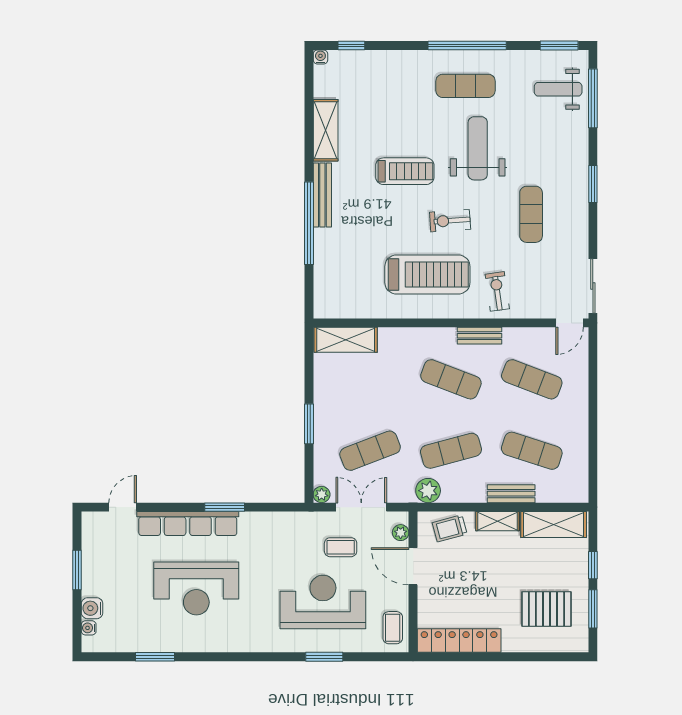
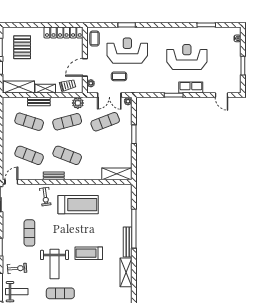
exercise bike: (450, 221) -> (17, 268), moved
treadmill: (427, 275) -> (78, 205), turned 180
door: (123, 507) -> (221, 95), hinge flipped
row of seats: (188, 524) -> (191, 87), width x0.50
door: (413, 566) -> (85, 67), swing flipped
reception desk: (323, 602) -> (127, 51), turned 180
water cooler: (92, 608) -> (236, 48), removed
pallet: (546, 609) -> (22, 47), turned 90

